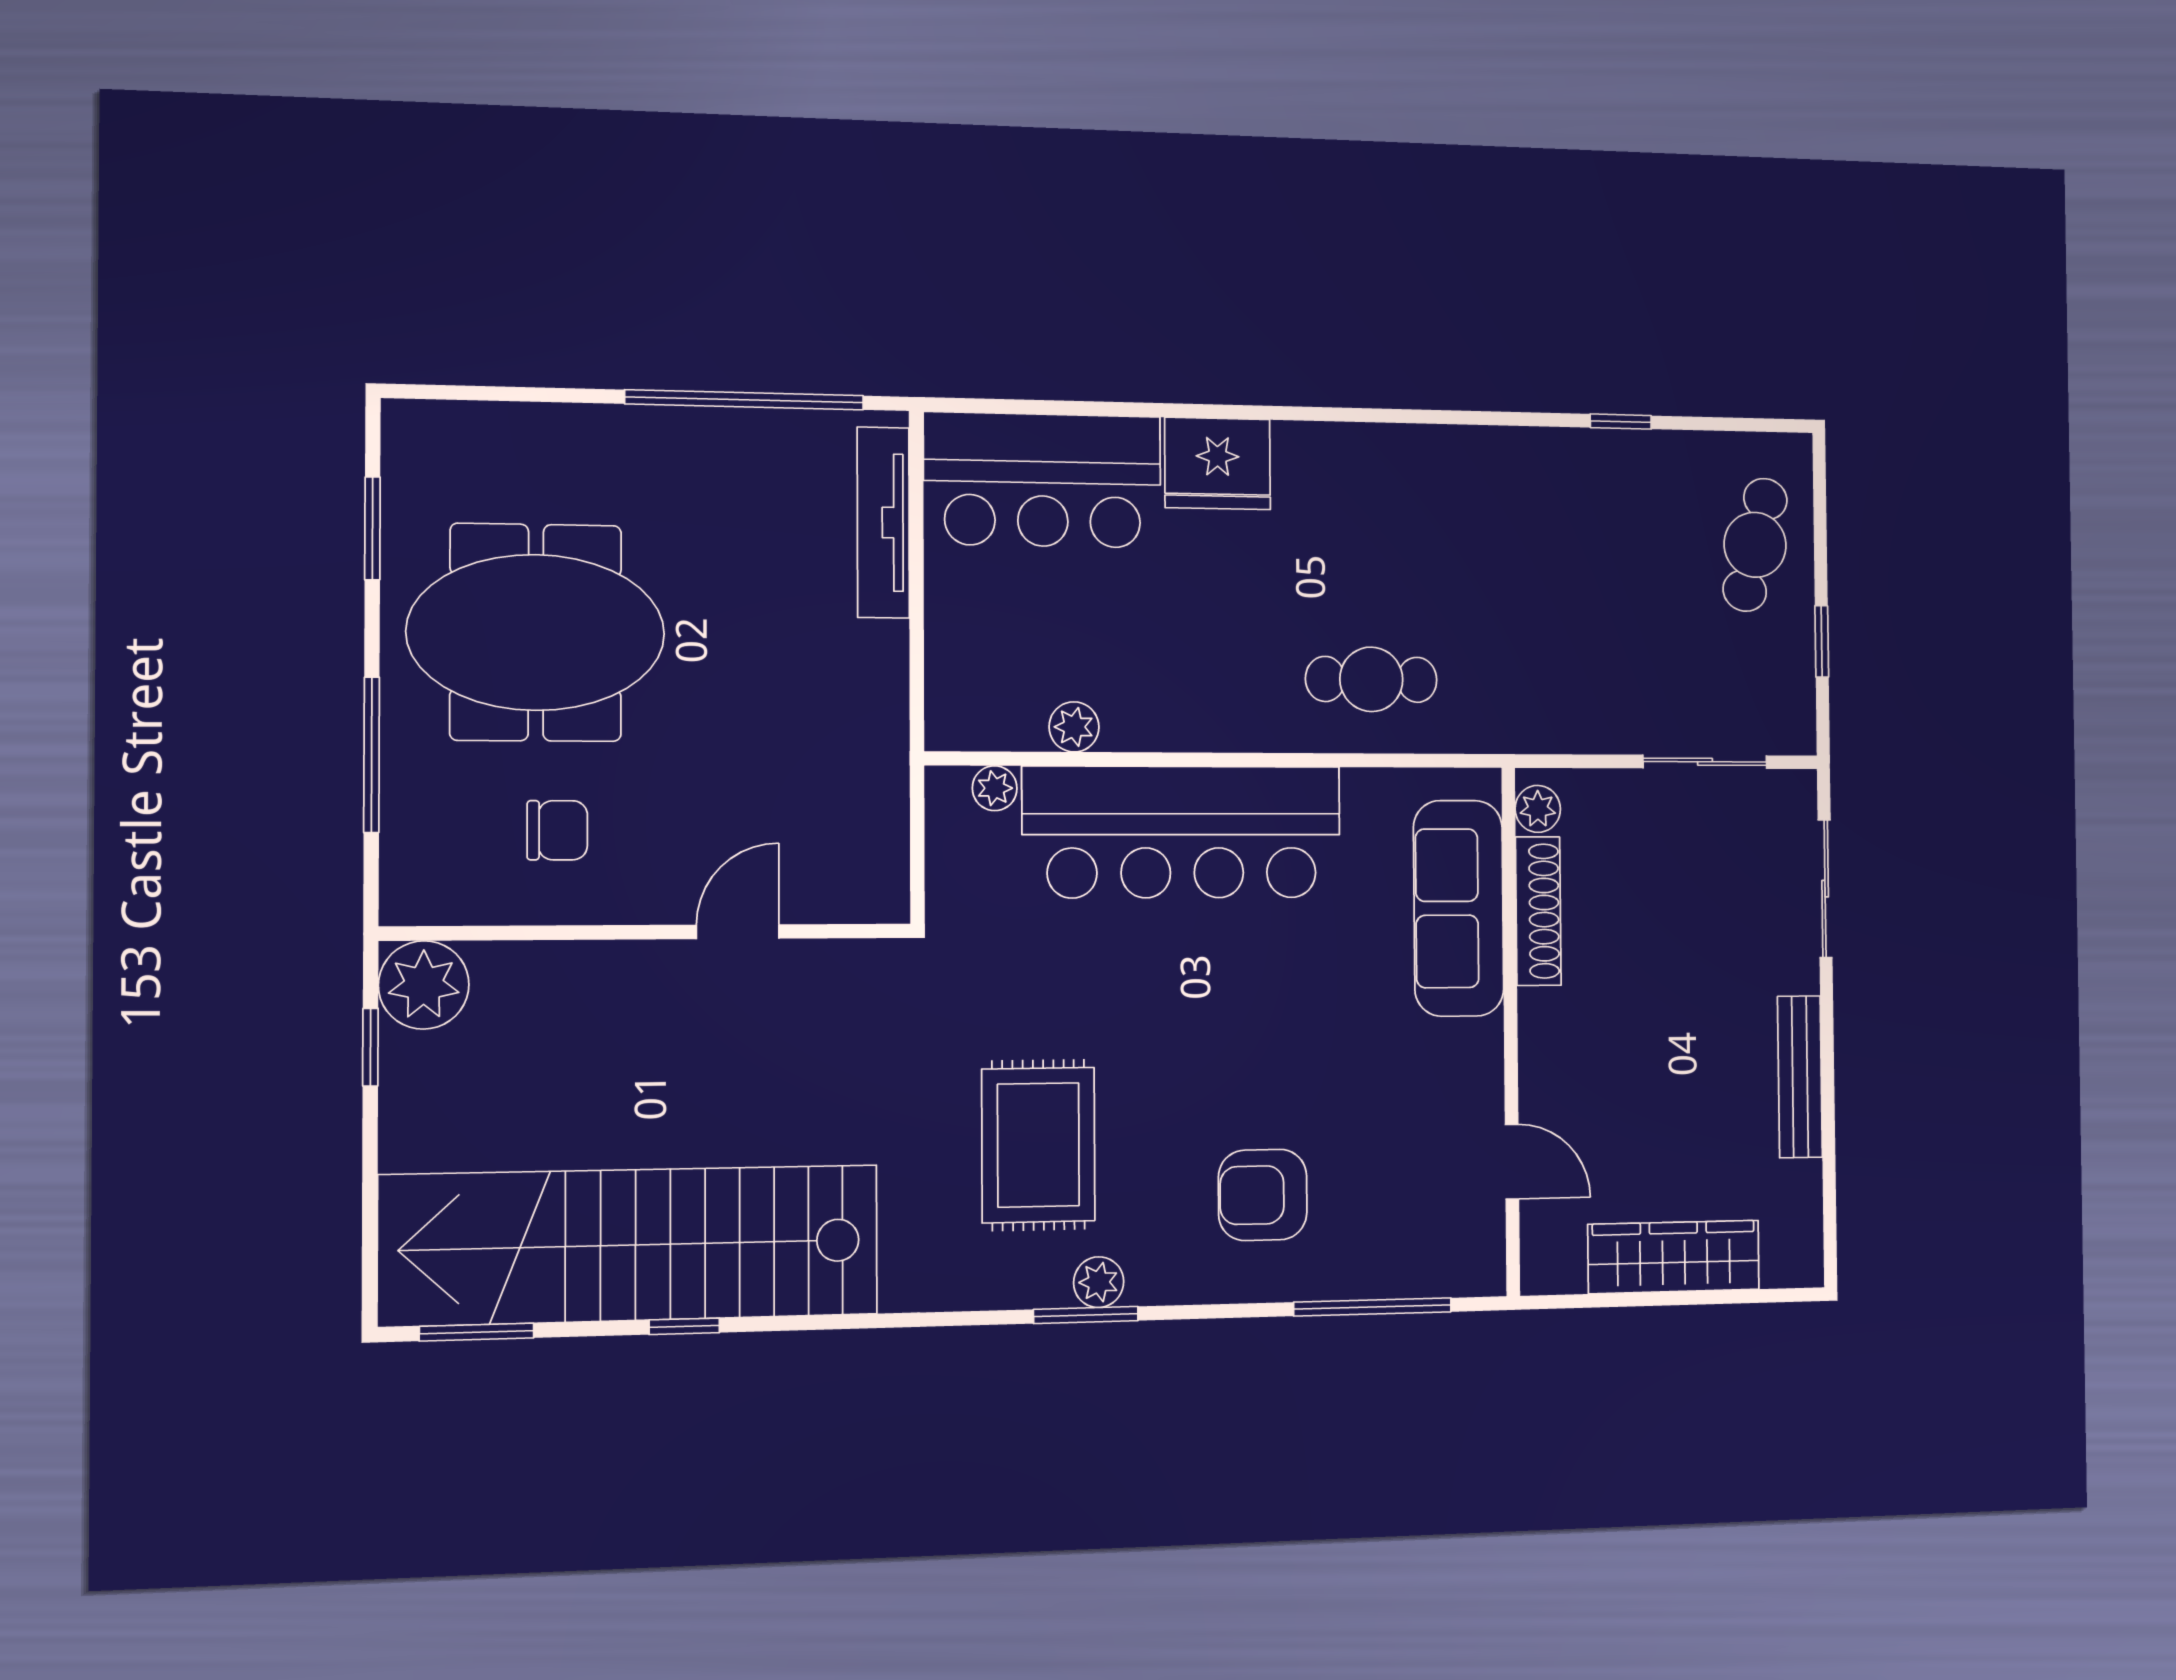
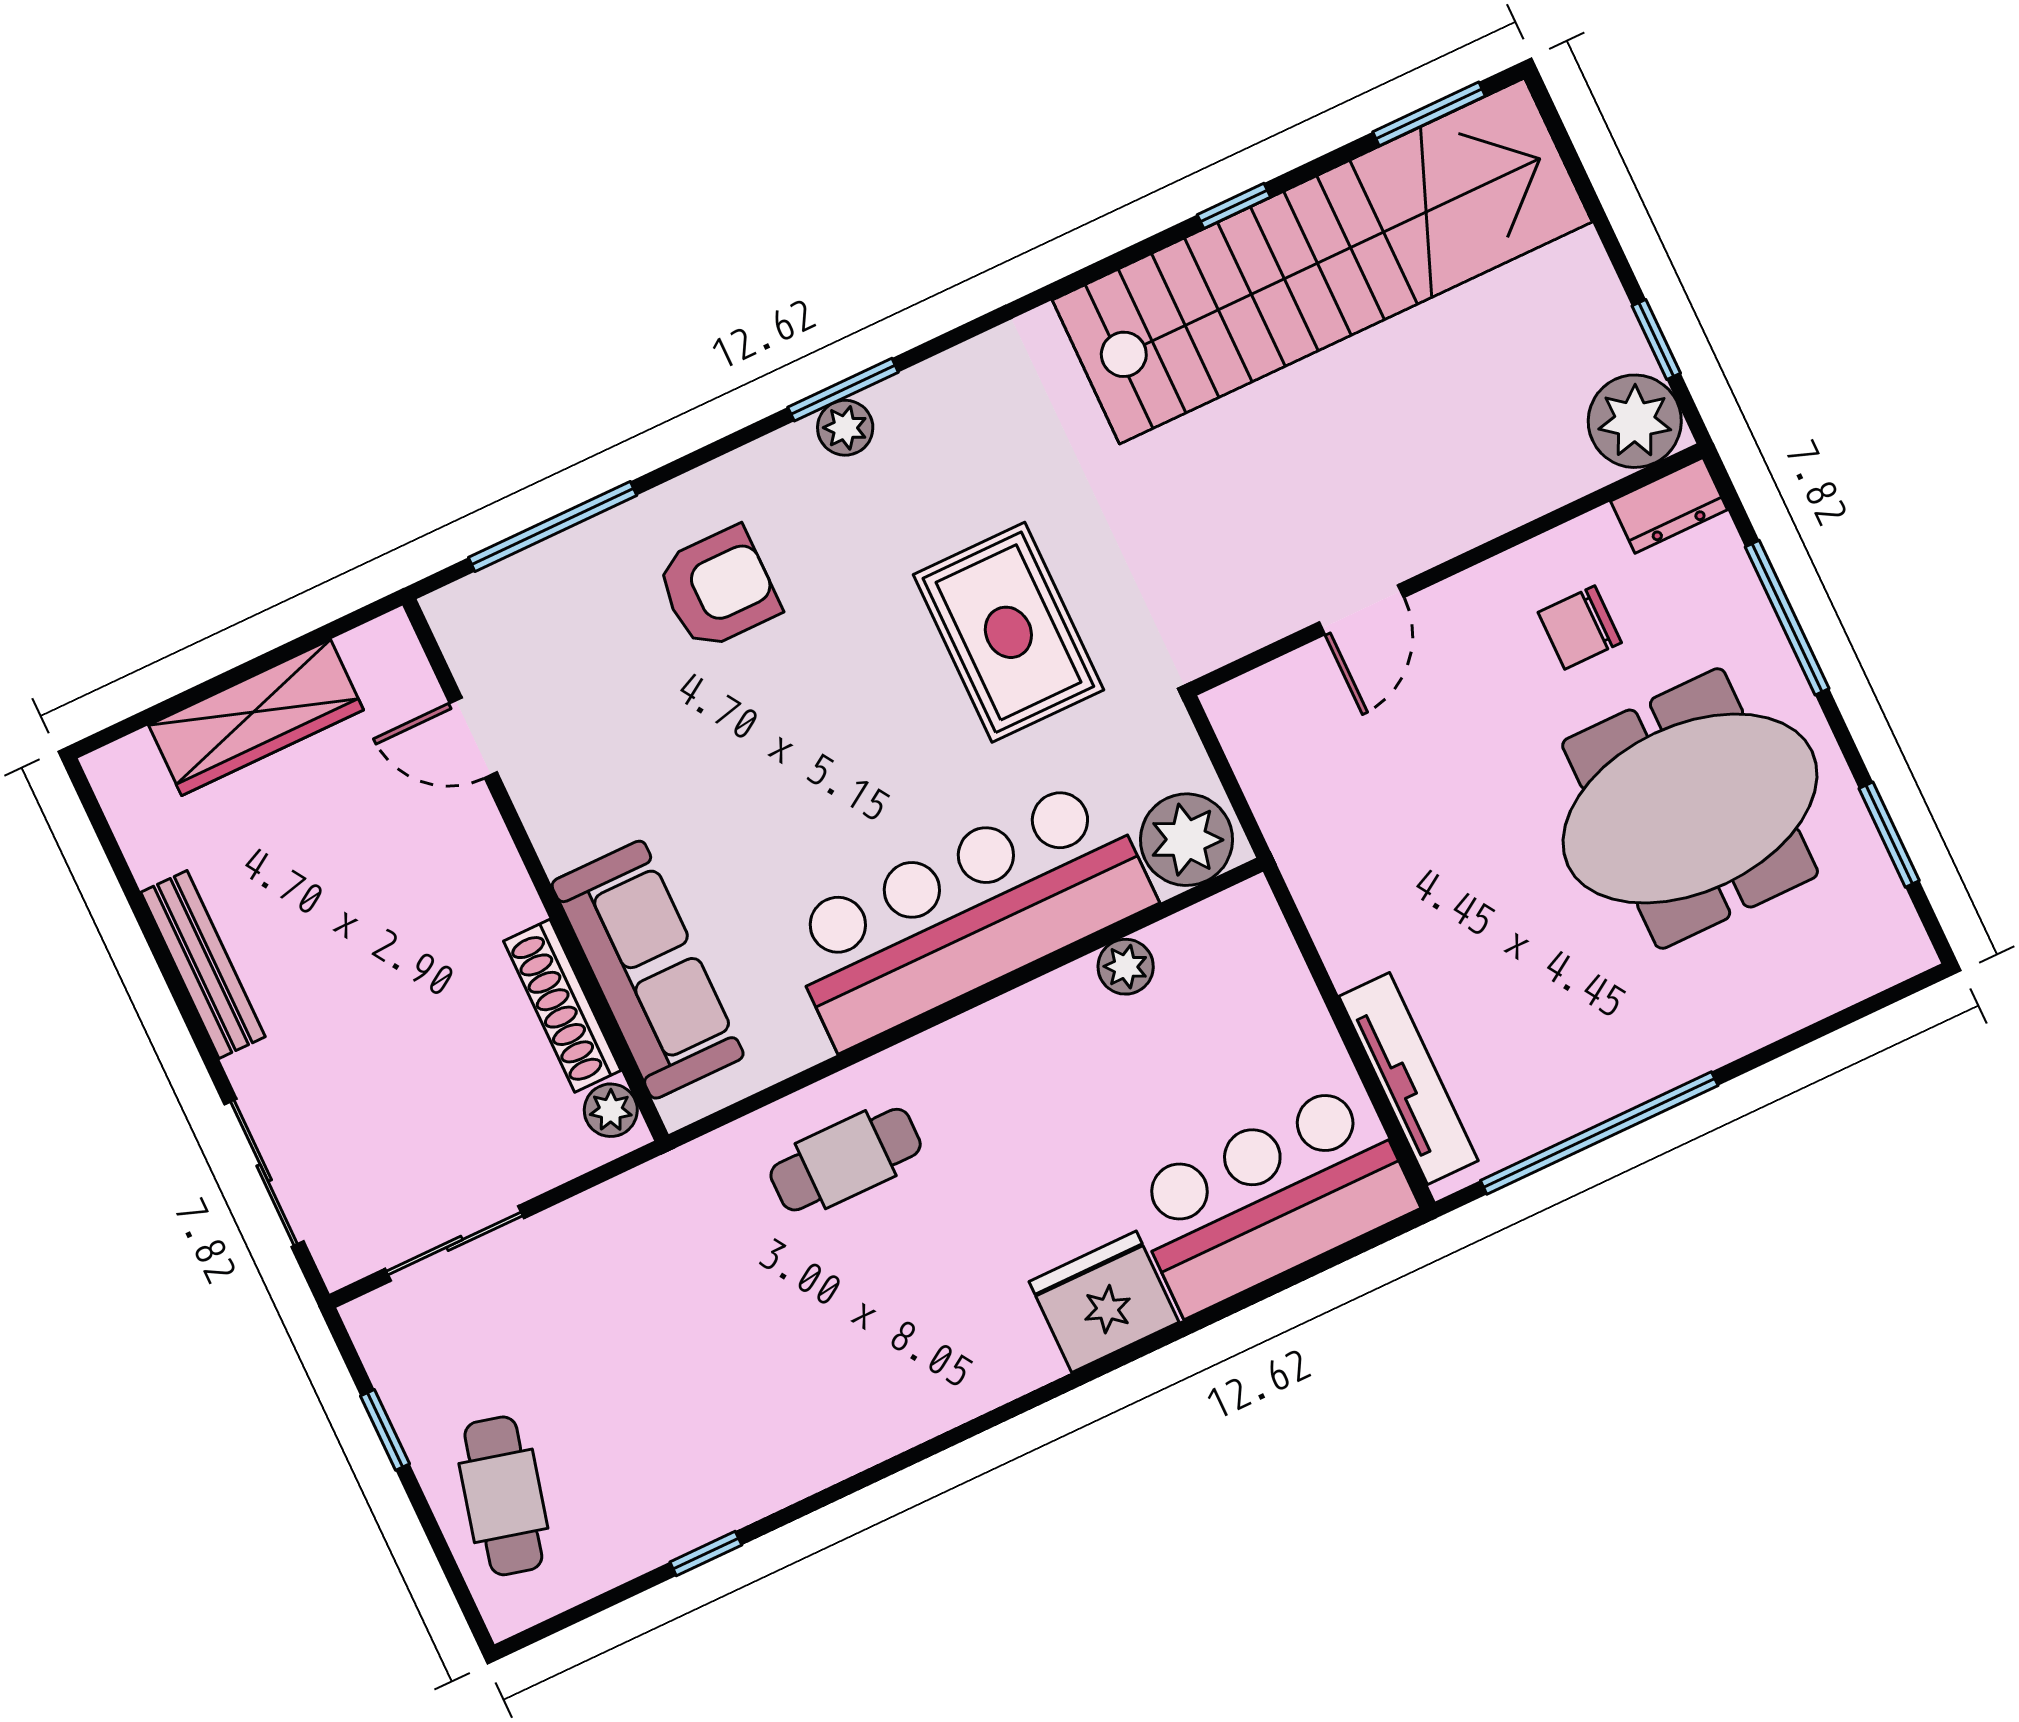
plant: (995, 788) -> (1186, 840), width x1.87, depth x1.87
dresser: (429, 899) -> (1669, 505), added
rug: (1038, 1145) -> (1008, 632), moved

